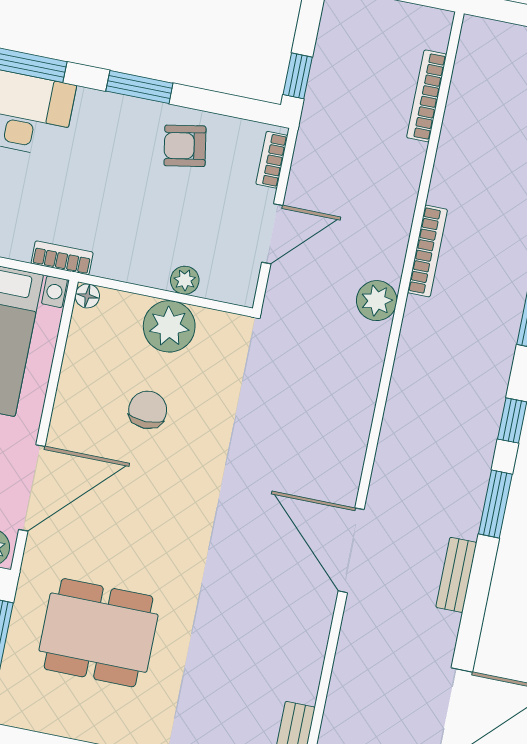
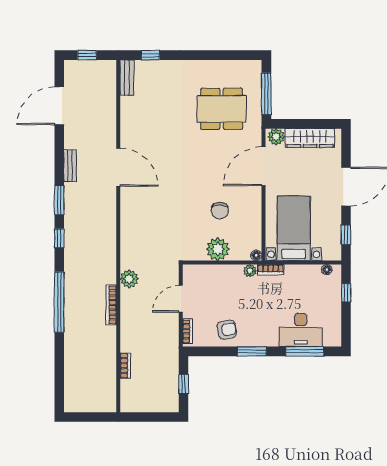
window: (298, 76) -> (184, 384), moved
bookcase: (427, 96) -> (125, 366), width x0.64
plant: (185, 280) -> (250, 271), moved

